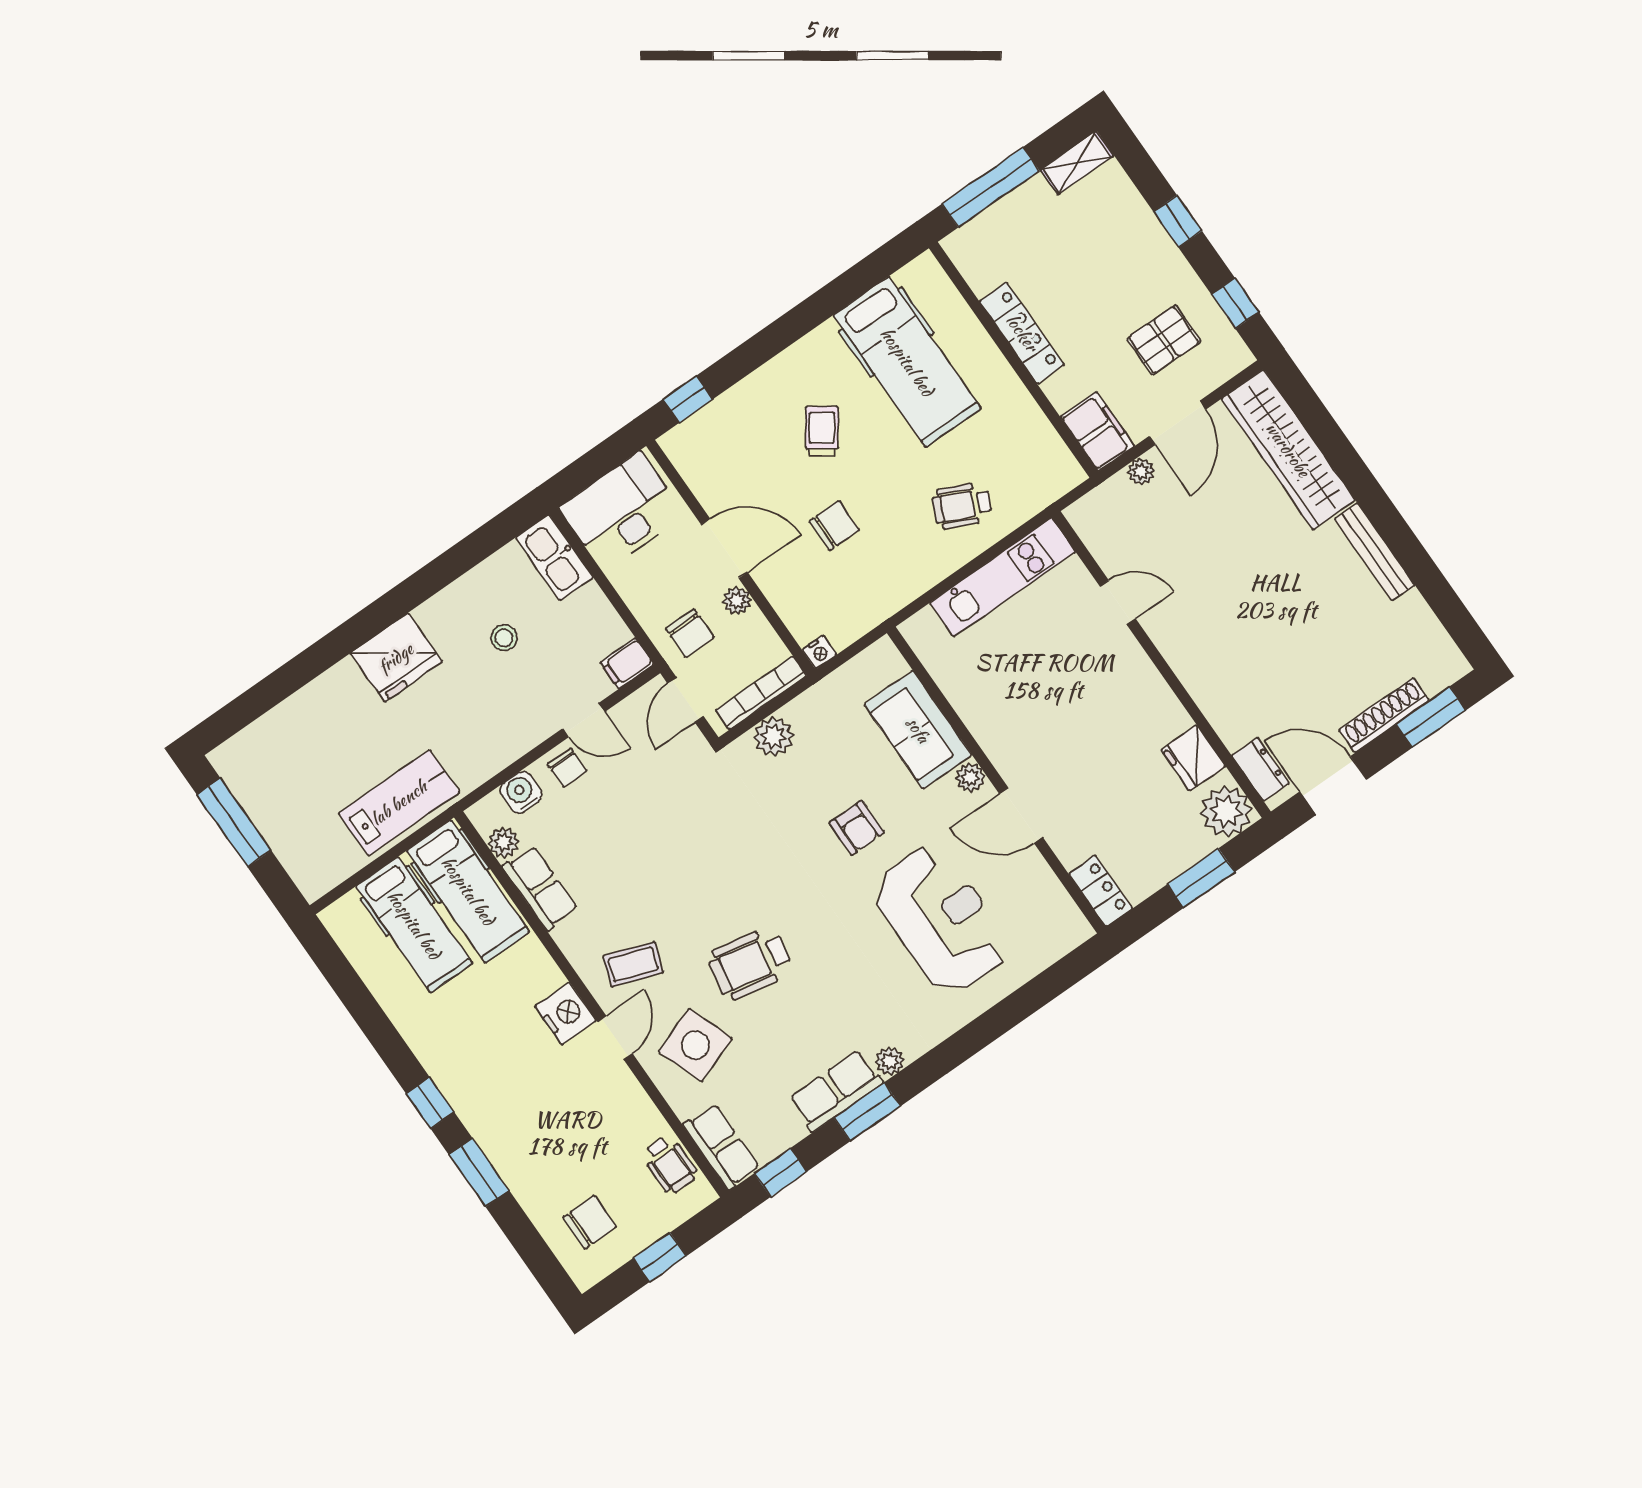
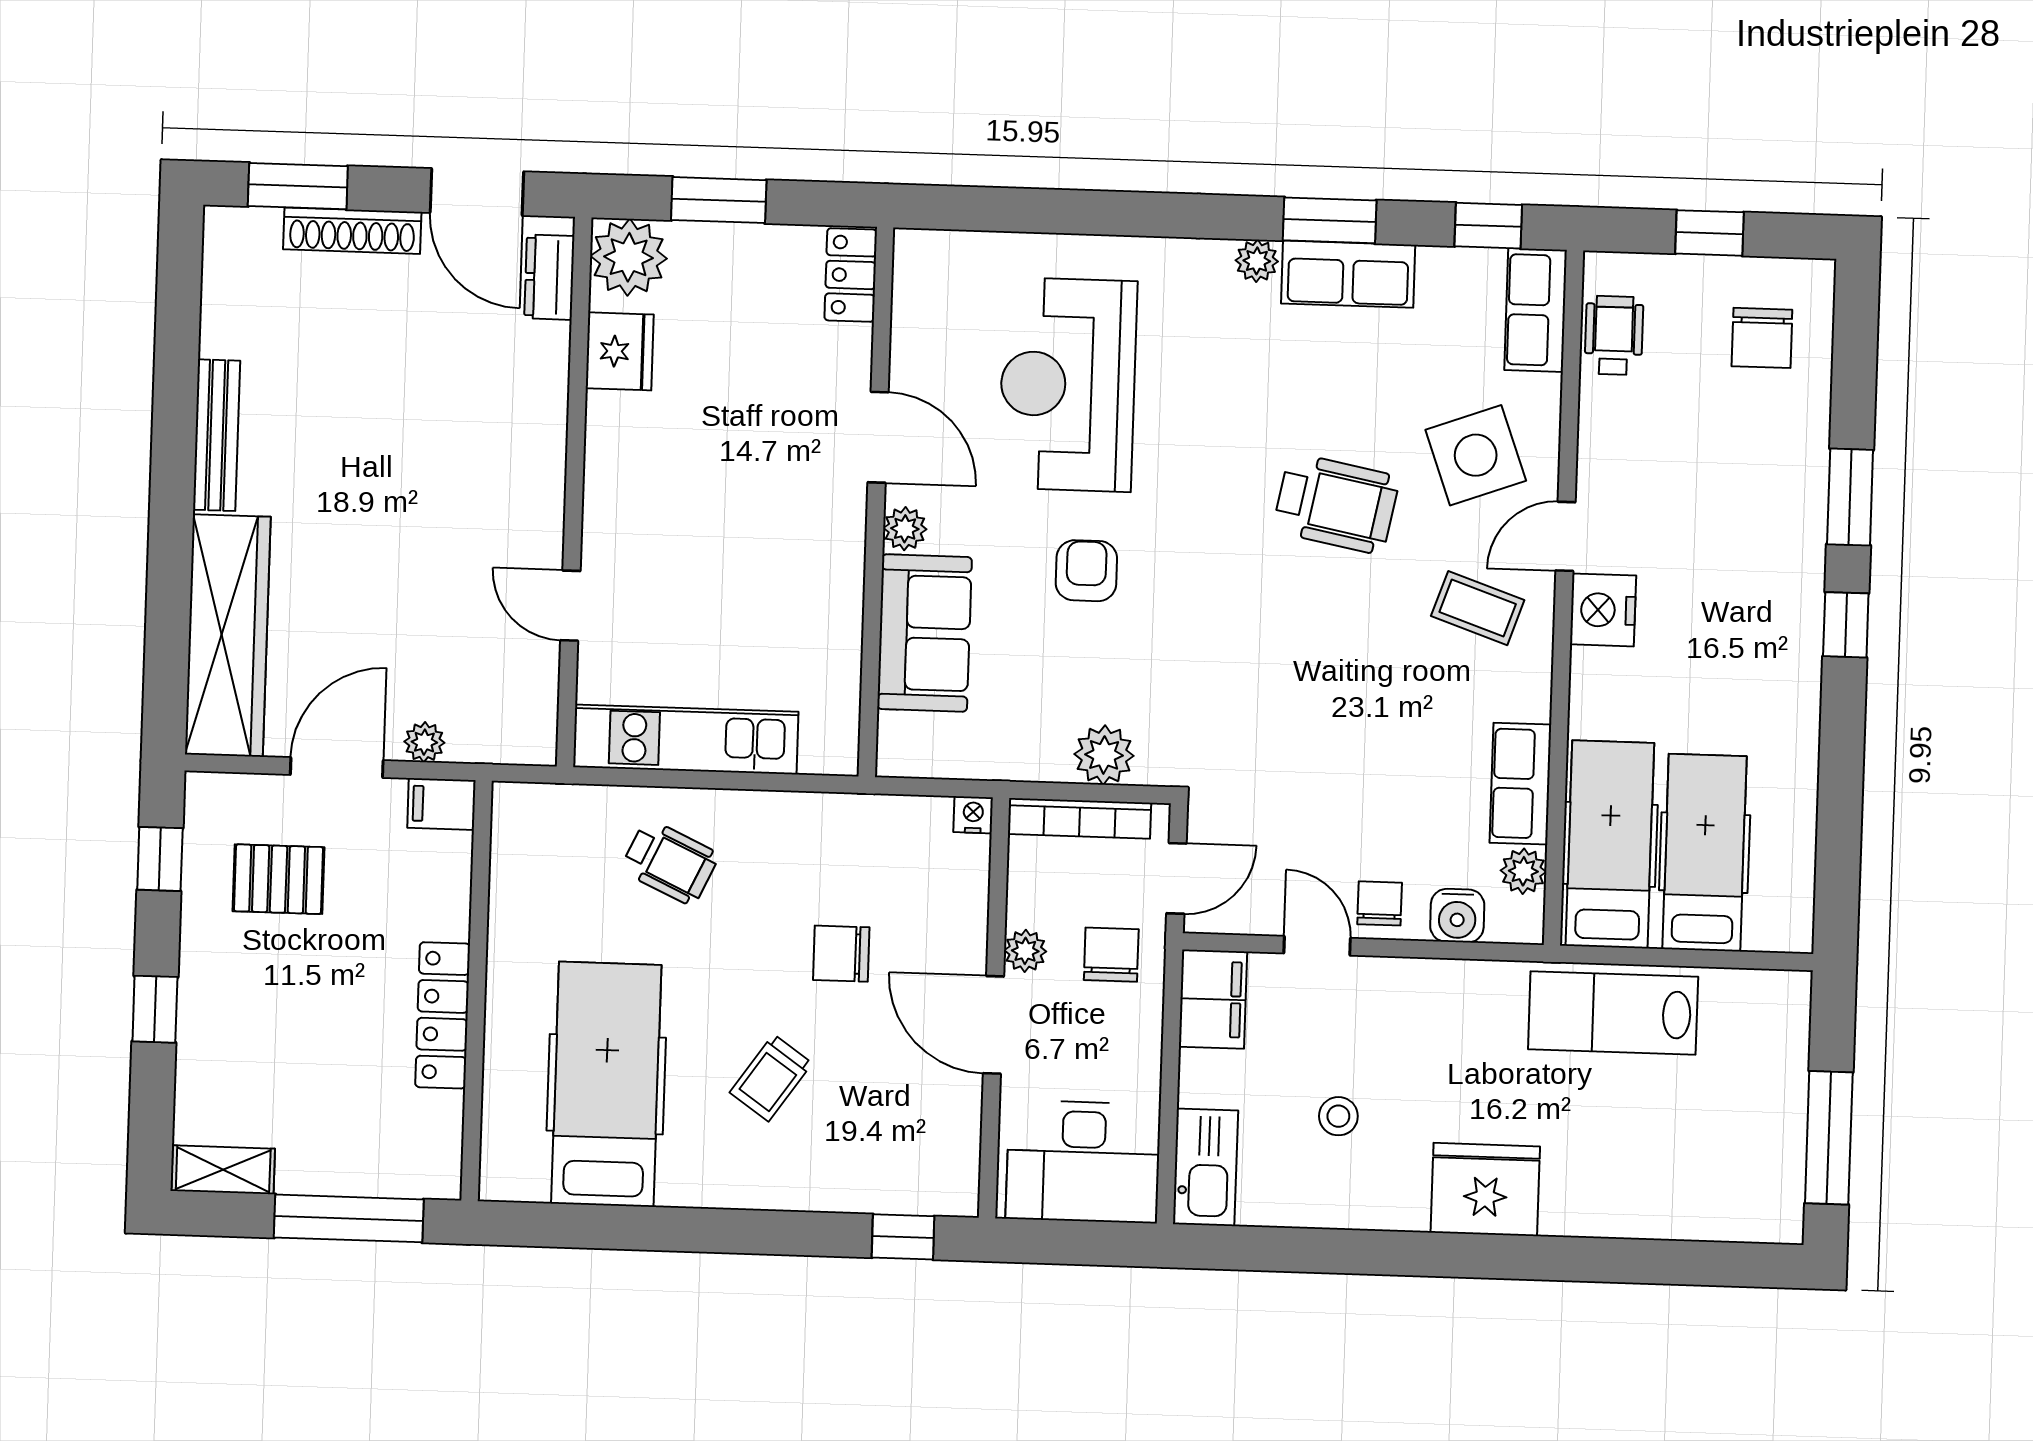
filing cabinet: (1098, 432) -> (441, 804), width x0.50
filing cabinet: (627, 663) -> (1213, 999), width x2.00
chair: (590, 1222) -> (1762, 338), turned -90

